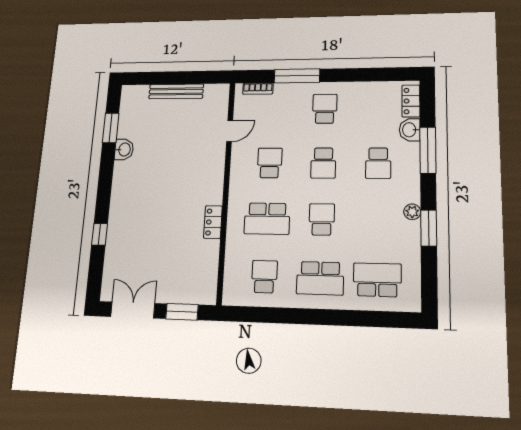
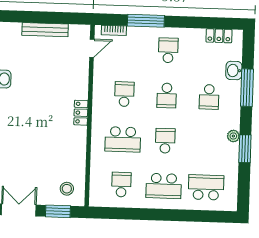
locker: (411, 101) -> (219, 36), moved, turned -90
door: (230, 131) -> (92, 48), moved
locker: (213, 222) -> (81, 113), moved
stool: (194, 282) -> (67, 189), added

